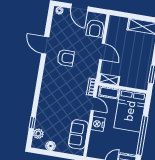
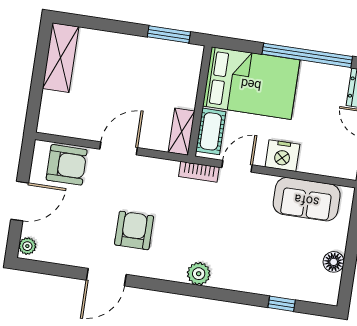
plant: (38, 134) -> (199, 274), moved

